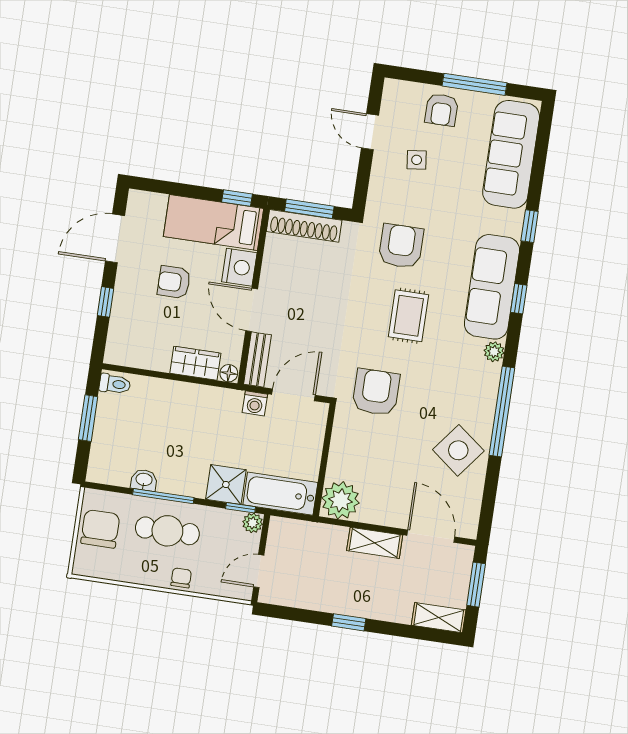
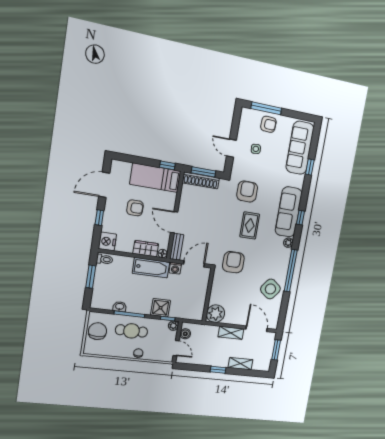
window: (475, 84) -> (266, 108), moved
armchair: (441, 110) -> (268, 124), turned -88
door: (370, 132) -> (231, 148), moved
window: (530, 226) -> (310, 167), moved
nightstand: (239, 267) -> (107, 241), moved, turned 180
armchair: (174, 282) -> (135, 208), turned 180
bathtub: (280, 494) -> (151, 268), moved, turned 180
boiler: (277, 541) -> (185, 334), added
door: (259, 571) -> (176, 348), swing flipped
shelving: (439, 618) -> (240, 364), moved

